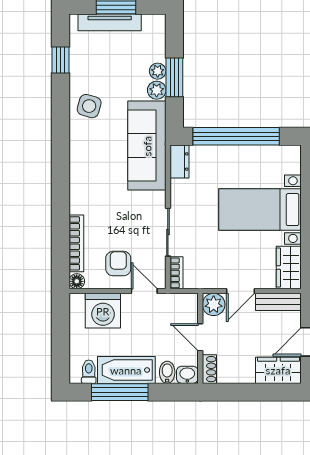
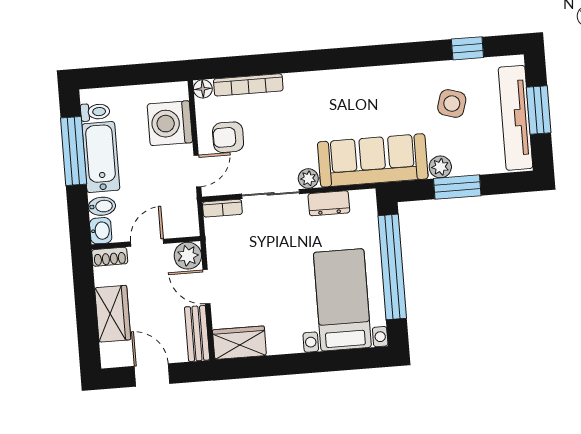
tv unit: (110, 22) -> (515, 118), width x1.36, depth x1.29
plant: (158, 71) -> (308, 178), moved
side table: (89, 106) -> (452, 104), moved
dresser: (179, 162) -> (329, 203), moved
bed with nightstands: (260, 210) -> (342, 300), moved
armchair: (118, 264) -> (228, 137), turned 180
wardrobe: (278, 370) -> (113, 314), moved

